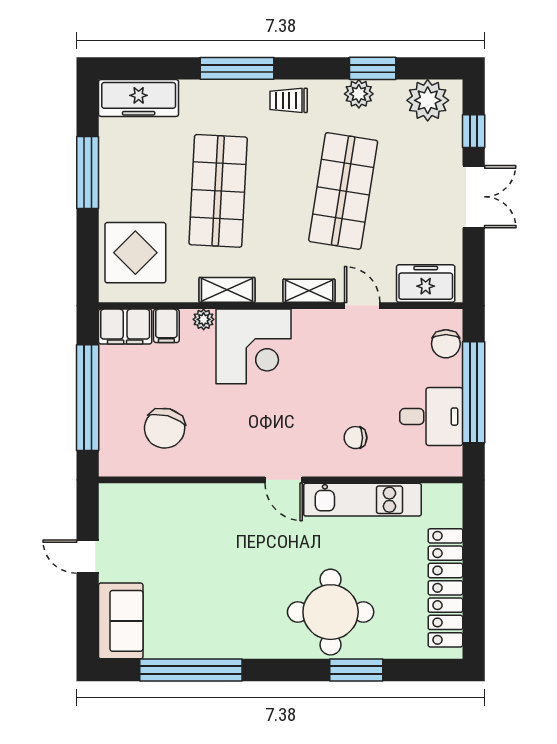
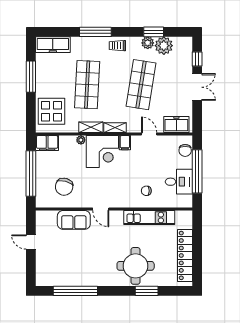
plant: (428, 100) -> (164, 46), moved
shelving: (309, 291) -> (115, 128), moved
filing cabinet: (166, 326) -> (125, 143), moved
door: (284, 480) -> (101, 209), moved
sofa: (121, 621) -> (74, 220), moved, turned 90

